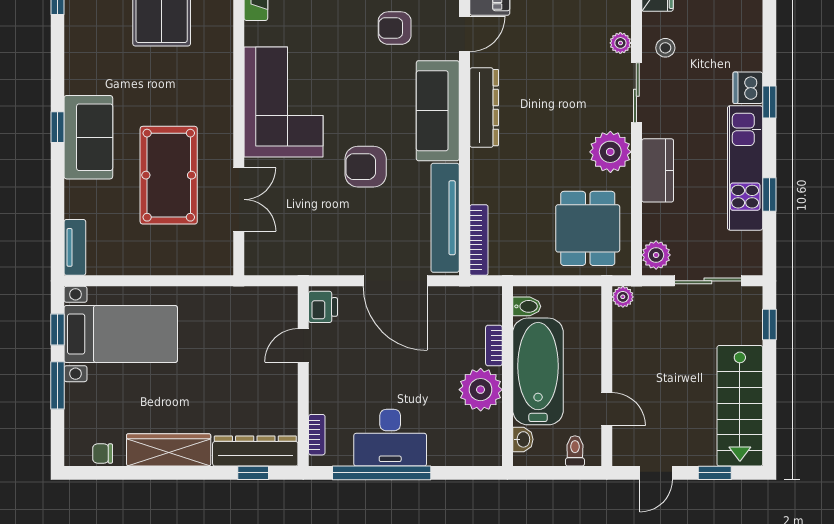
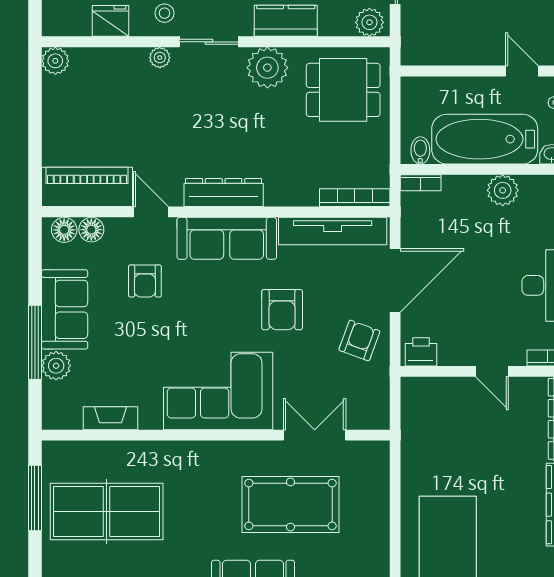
armchair: (334, 245) -> (359, 340), added
plant: (623, 297) -> (411, 55), removed
door: (303, 345) -> (492, 371), moved
bookcase: (494, 345) -> (421, 183), moved
plant: (481, 390) -> (503, 190), width x0.73, depth x0.73
door: (607, 409) -> (522, 71), hinge flipped

